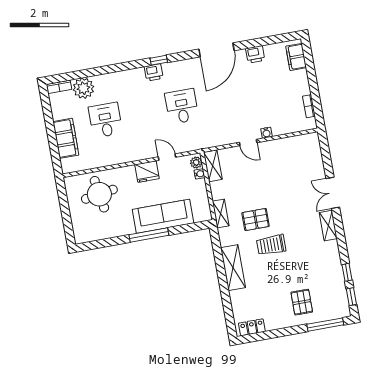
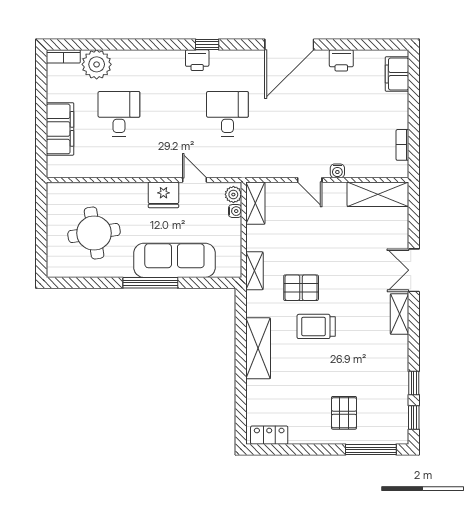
shelving: (298, 144) -> (378, 194), added
round table: (99, 194) -> (94, 233), moved

